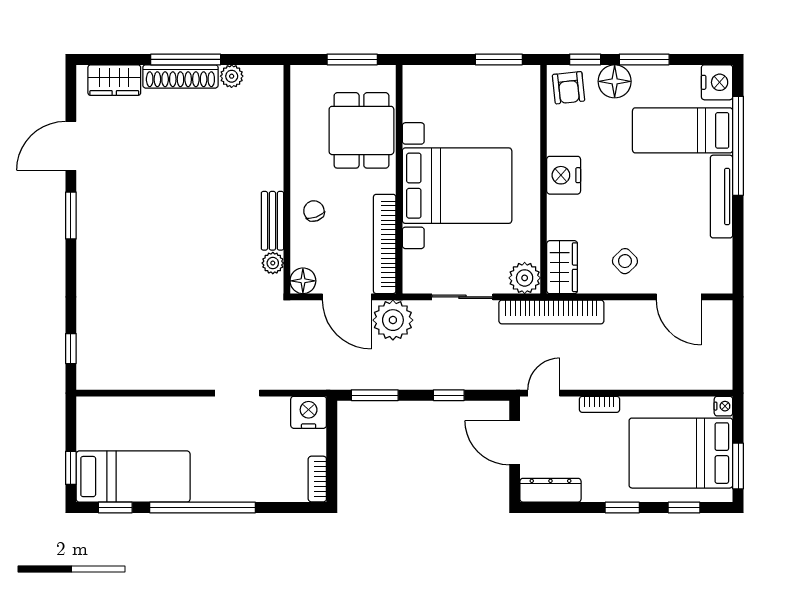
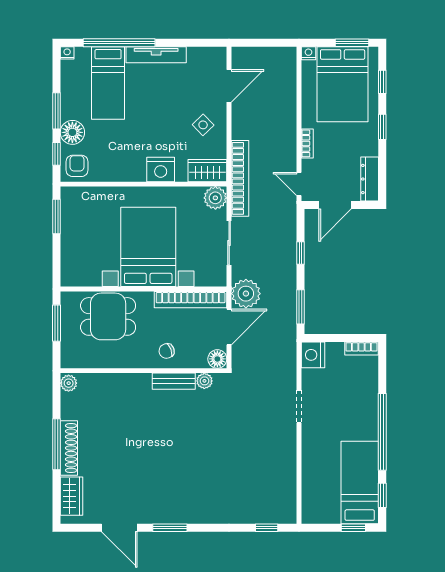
plant: (232, 76) -> (69, 383), moved
nightstand: (717, 82) -> (67, 53), width x0.53, depth x0.56
armchair: (569, 88) -> (77, 166), turned -84
nightstand: (564, 175) -> (161, 169), moved

